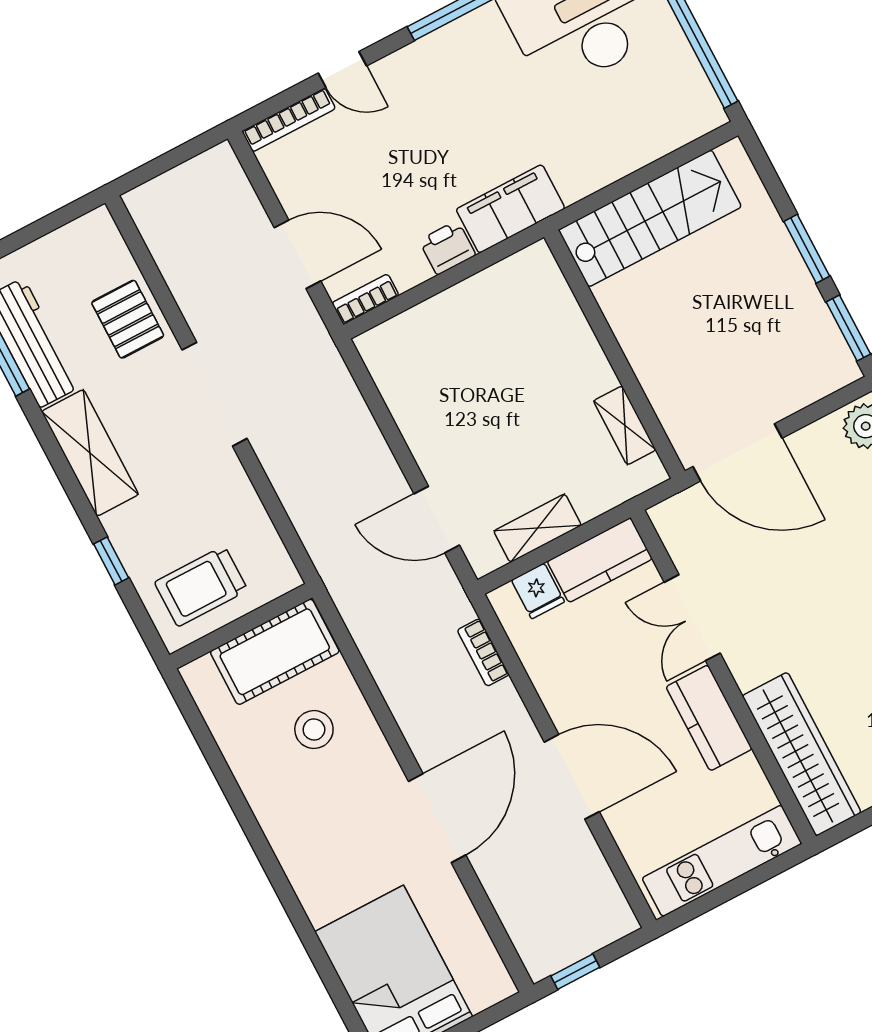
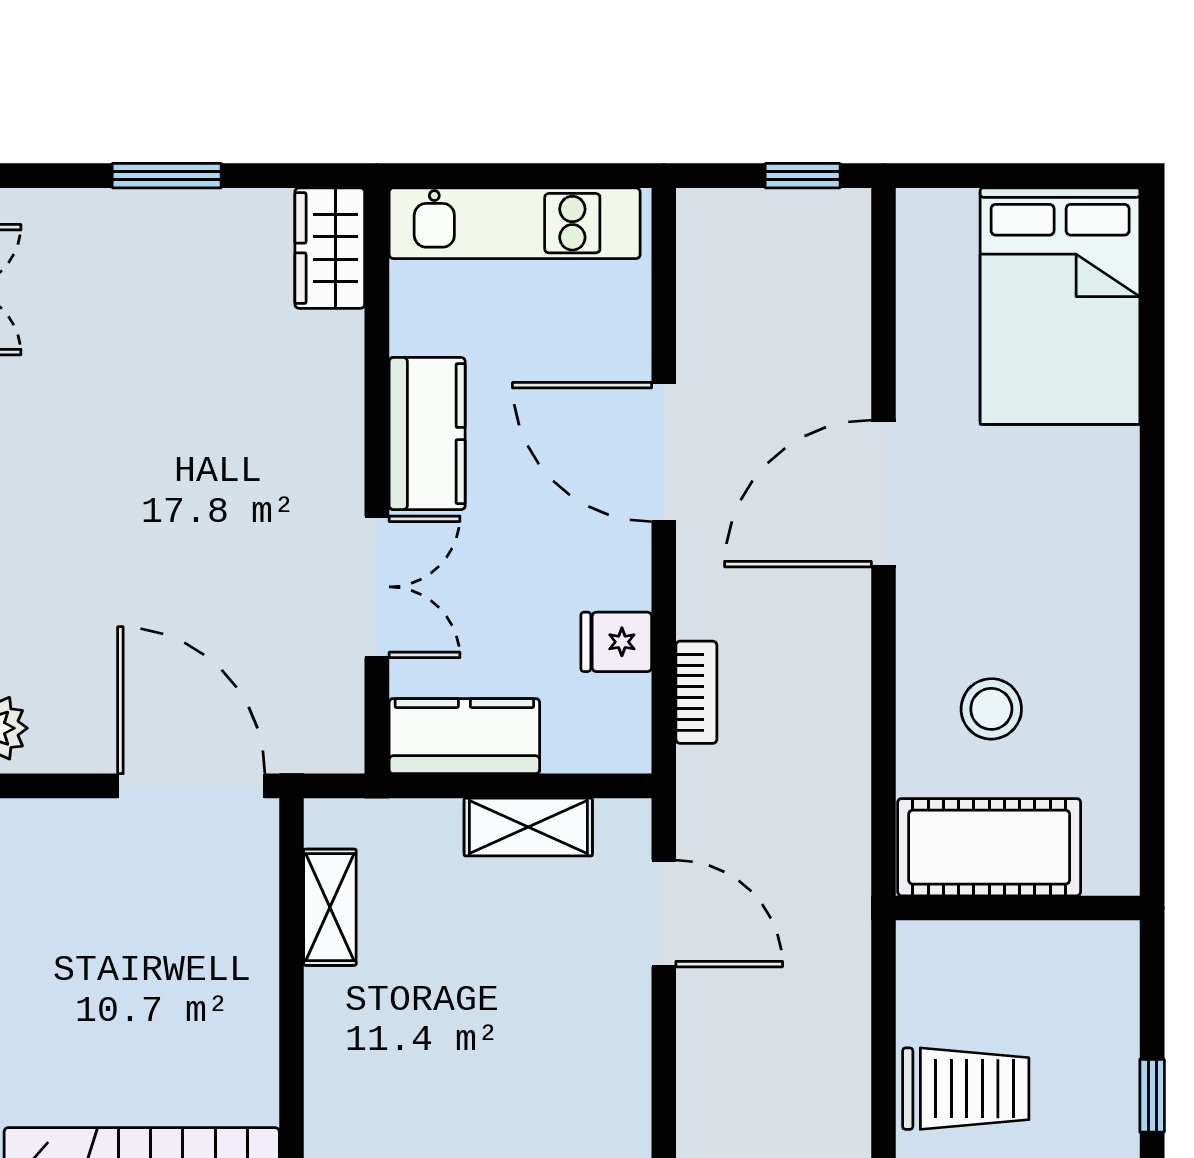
trolley: (201, 586) -> (966, 1089), moved
fridge: (538, 591) -> (616, 642), moved, turned -90
wardrobe: (802, 754) -> (330, 248), width x0.48, depth x0.85

